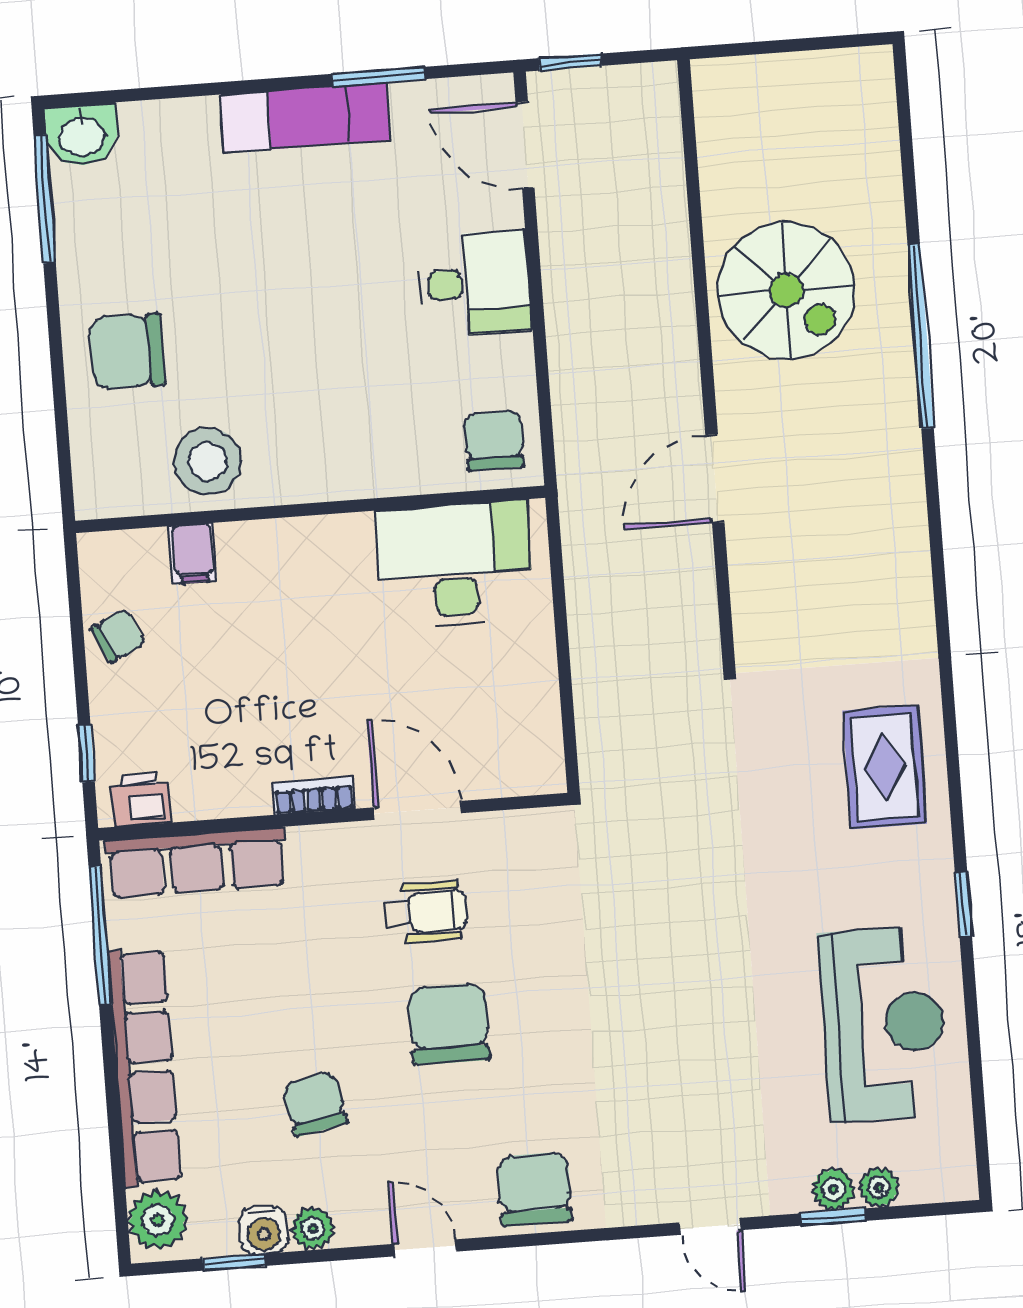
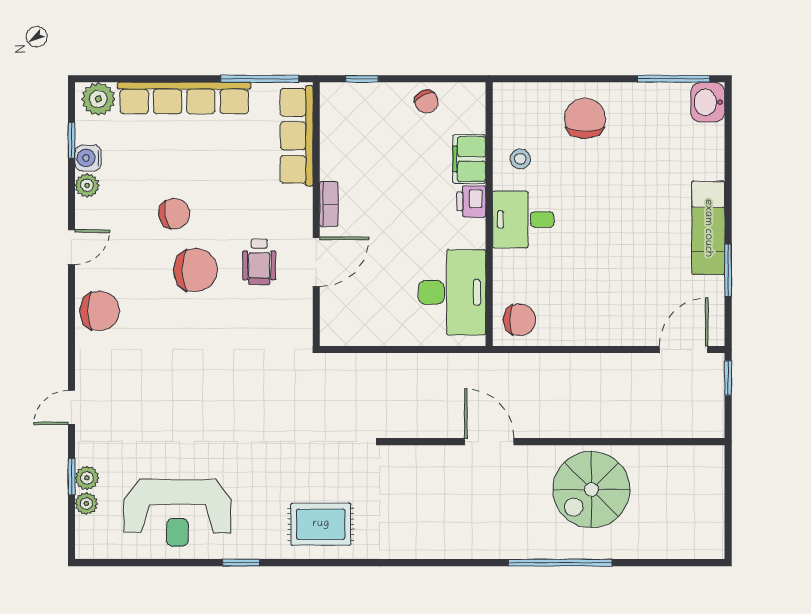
desk: (474, 283) -> (523, 220), moved, turned 90
stool: (208, 461) -> (520, 159), width x0.53, depth x0.53
filing cabinet: (193, 553) -> (469, 159), width x2.00
printer: (140, 799) -> (471, 202), moved, turned 180
chair: (315, 1104) -> (174, 214), moved

